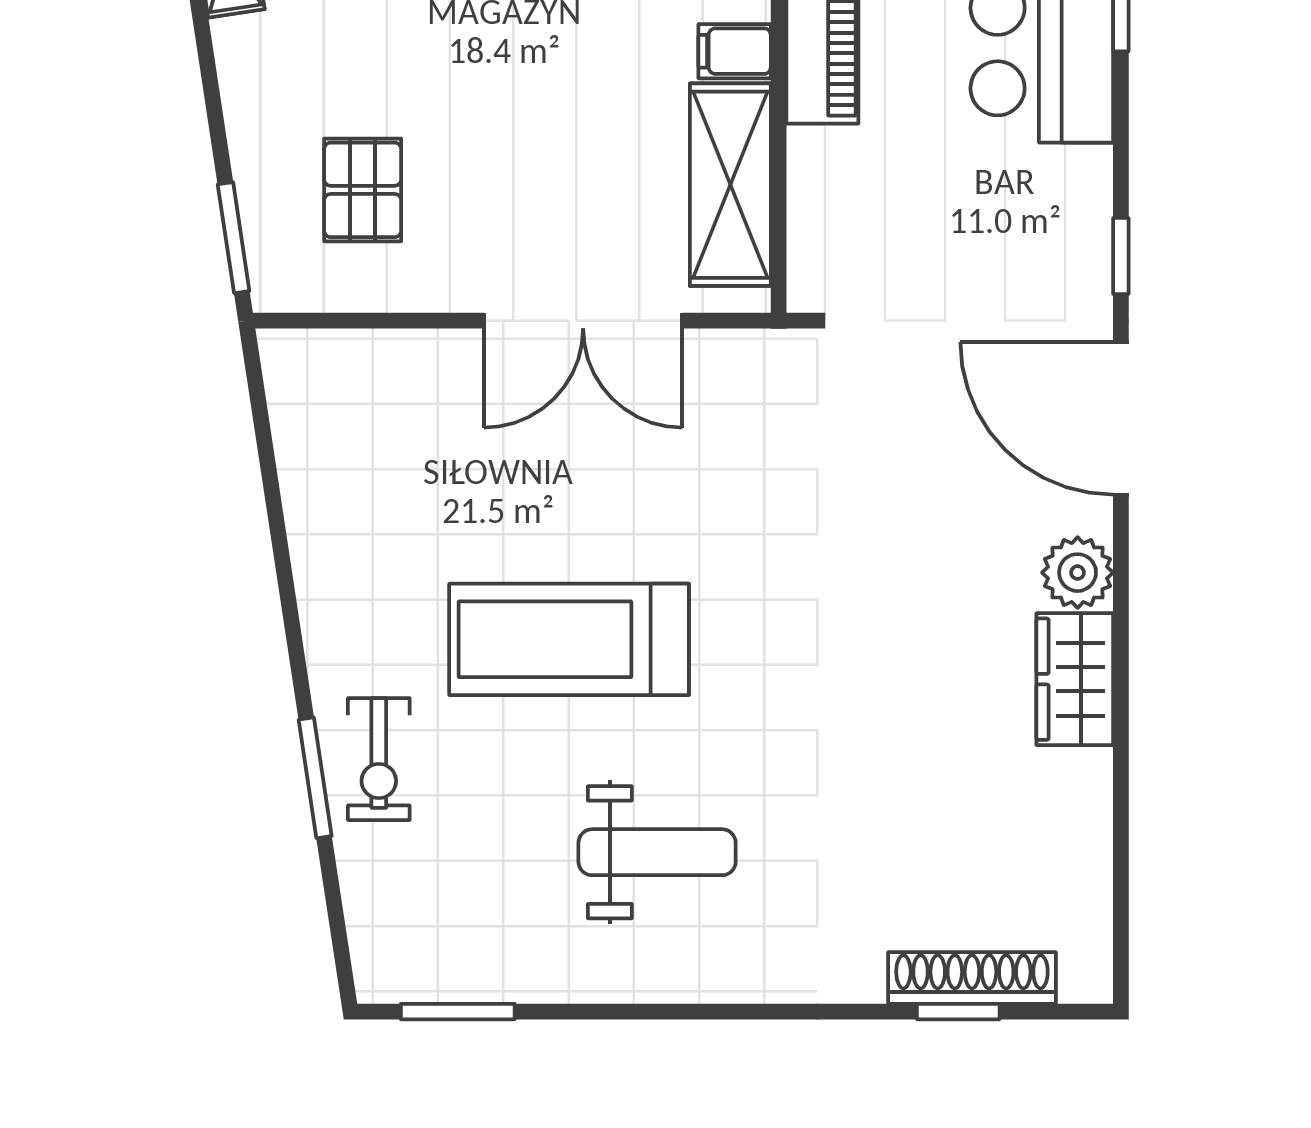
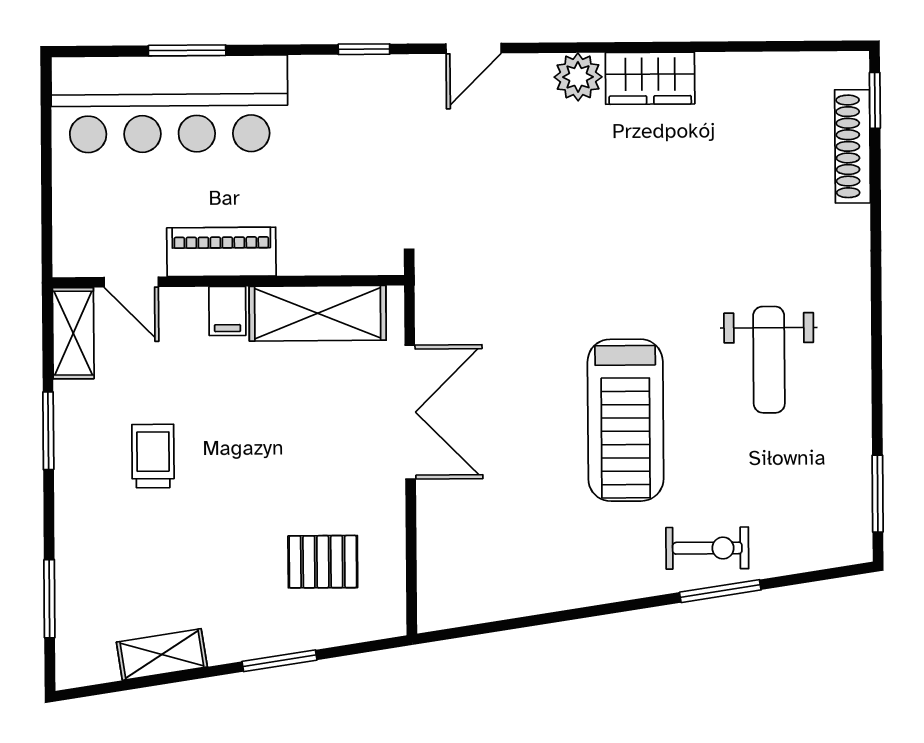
window: (234, 238) -> (279, 661), moved
door: (1121, 418) -> (474, 48), width x0.53
weight bench: (657, 852) -> (769, 360), turned 180
window: (958, 1012) -> (875, 100), moved

